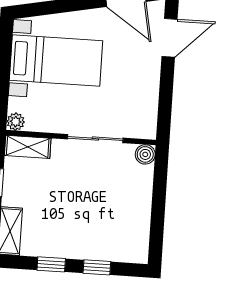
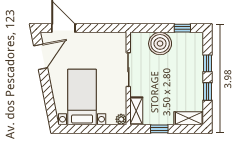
boiler: (145, 154) -> (160, 44), moved, width x1.86, depth x1.86
window: (157, 231) -> (182, 28), added

